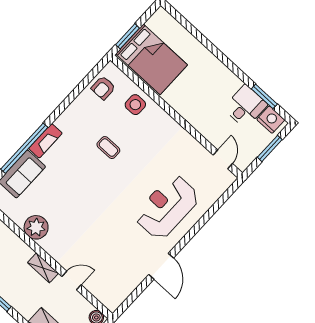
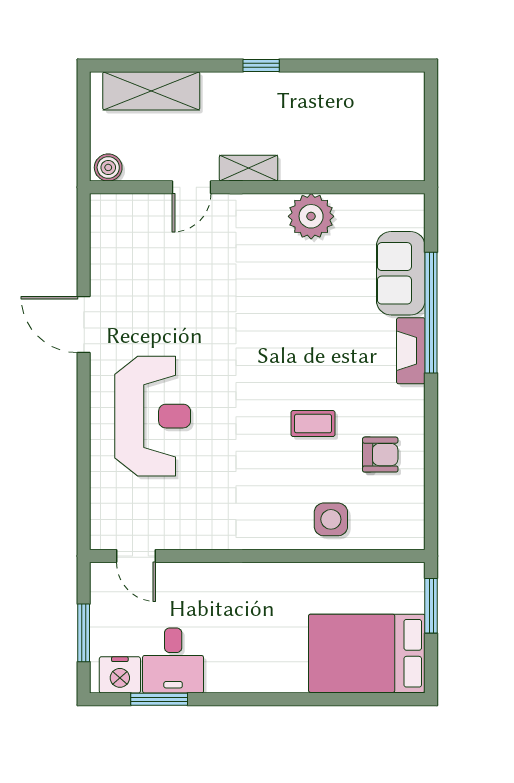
bed: (152, 59) -> (367, 653), moved
armchair: (103, 88) -> (380, 455), moved, turned 90

